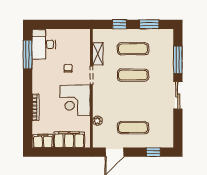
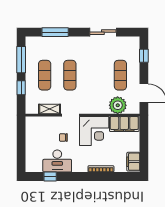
window: (149, 24) -> (21, 60), width x1.44
desk: (44, 44) -> (57, 161), moved
window: (28, 55) -> (50, 177), width x0.46
sliding door: (178, 95) -> (103, 32), moved
plant: (98, 121) -> (118, 105), width x1.88, depth x1.88
filing cabinet: (69, 140) -> (124, 124), moved, turned -90

